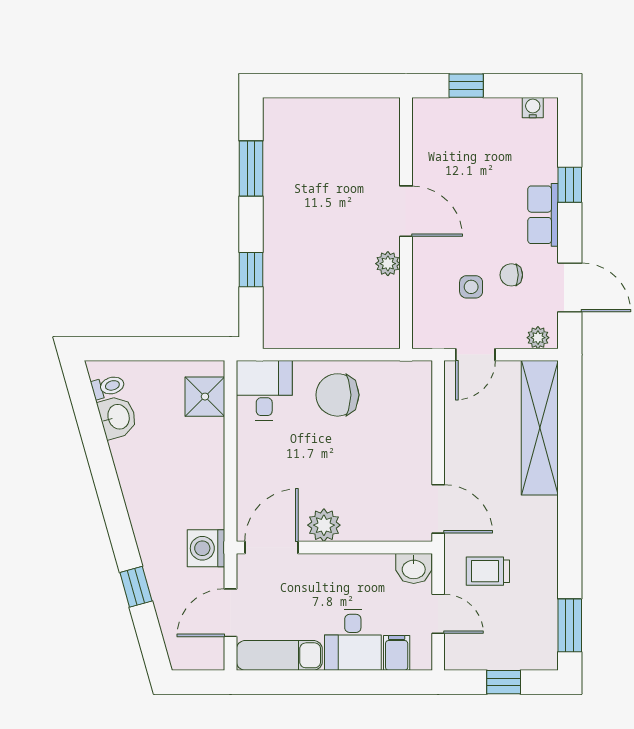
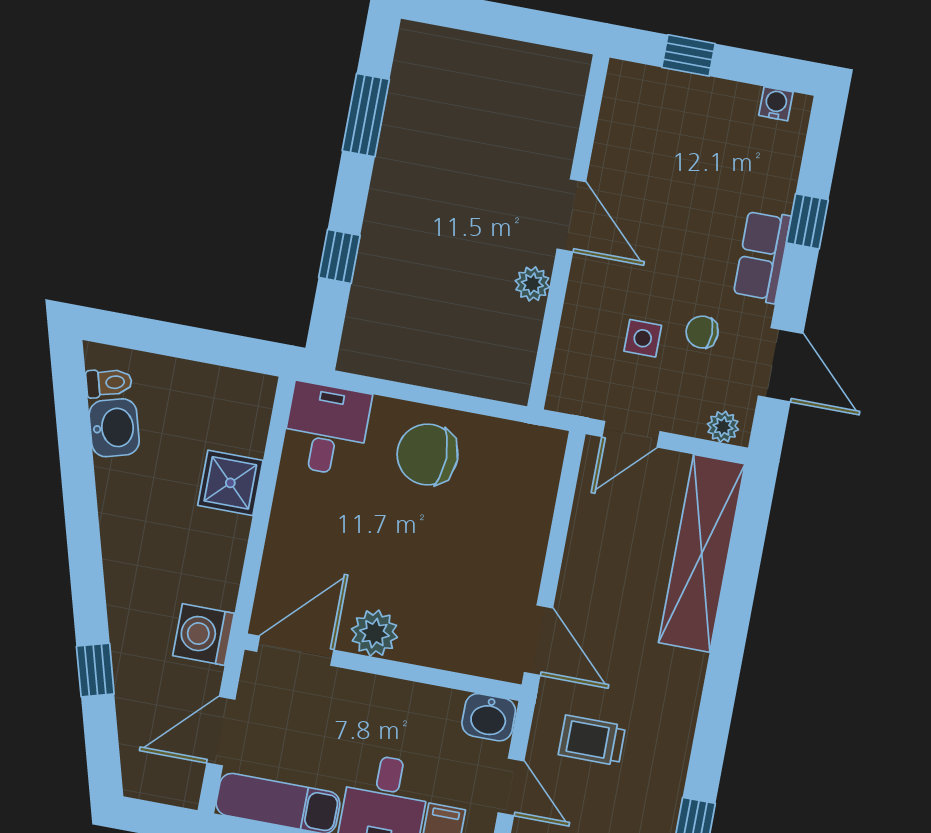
shower: (205, 397) -> (230, 483), moved

